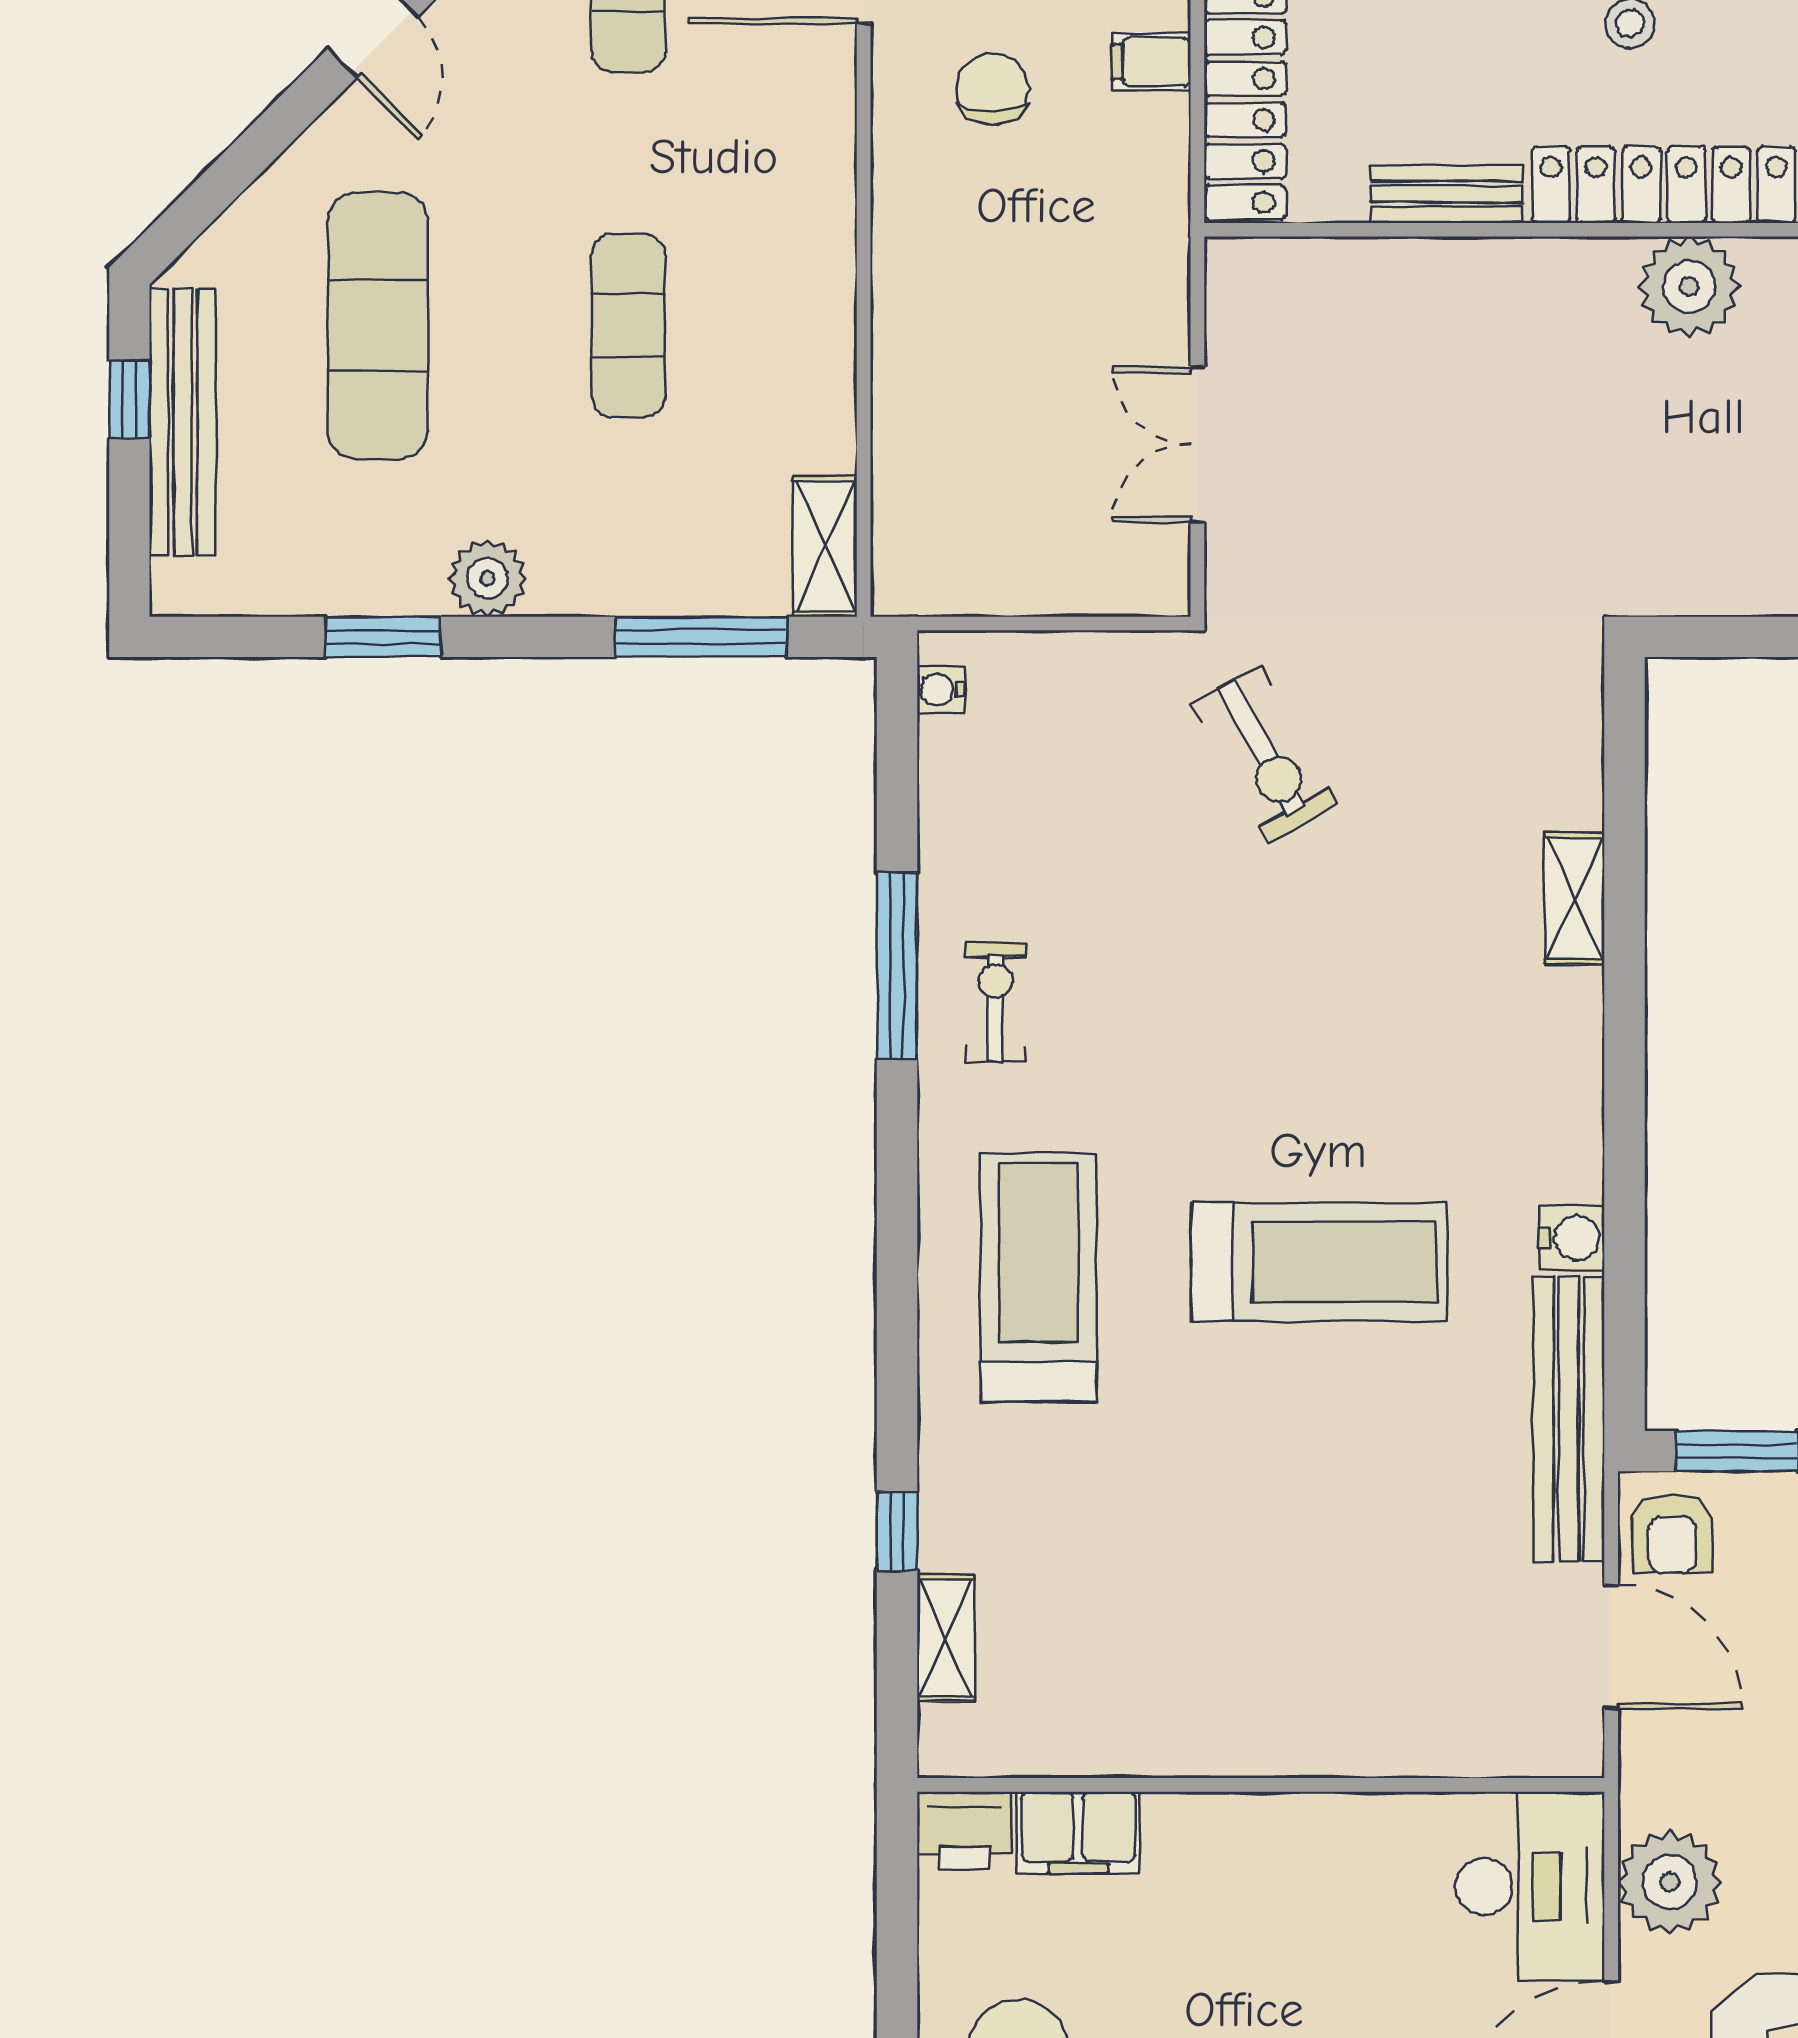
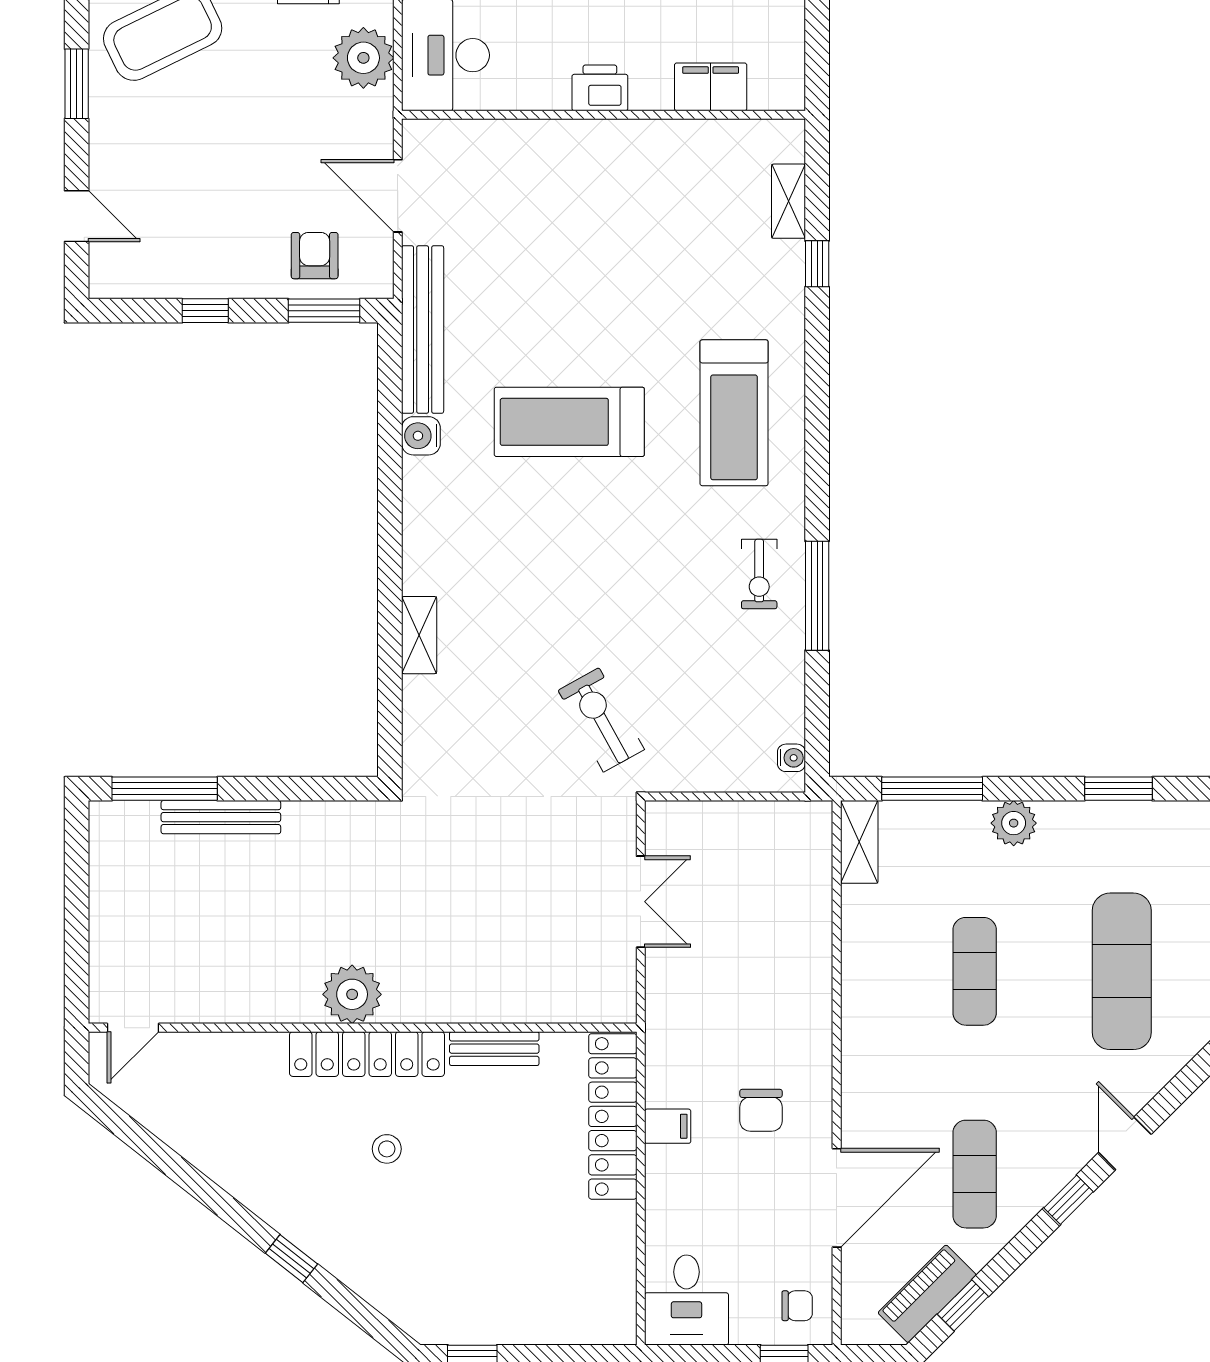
plant: (488, 578) -> (1014, 823), moved
armchair: (1672, 1533) -> (315, 256), moved
printer: (964, 1831) -> (600, 88), moved

